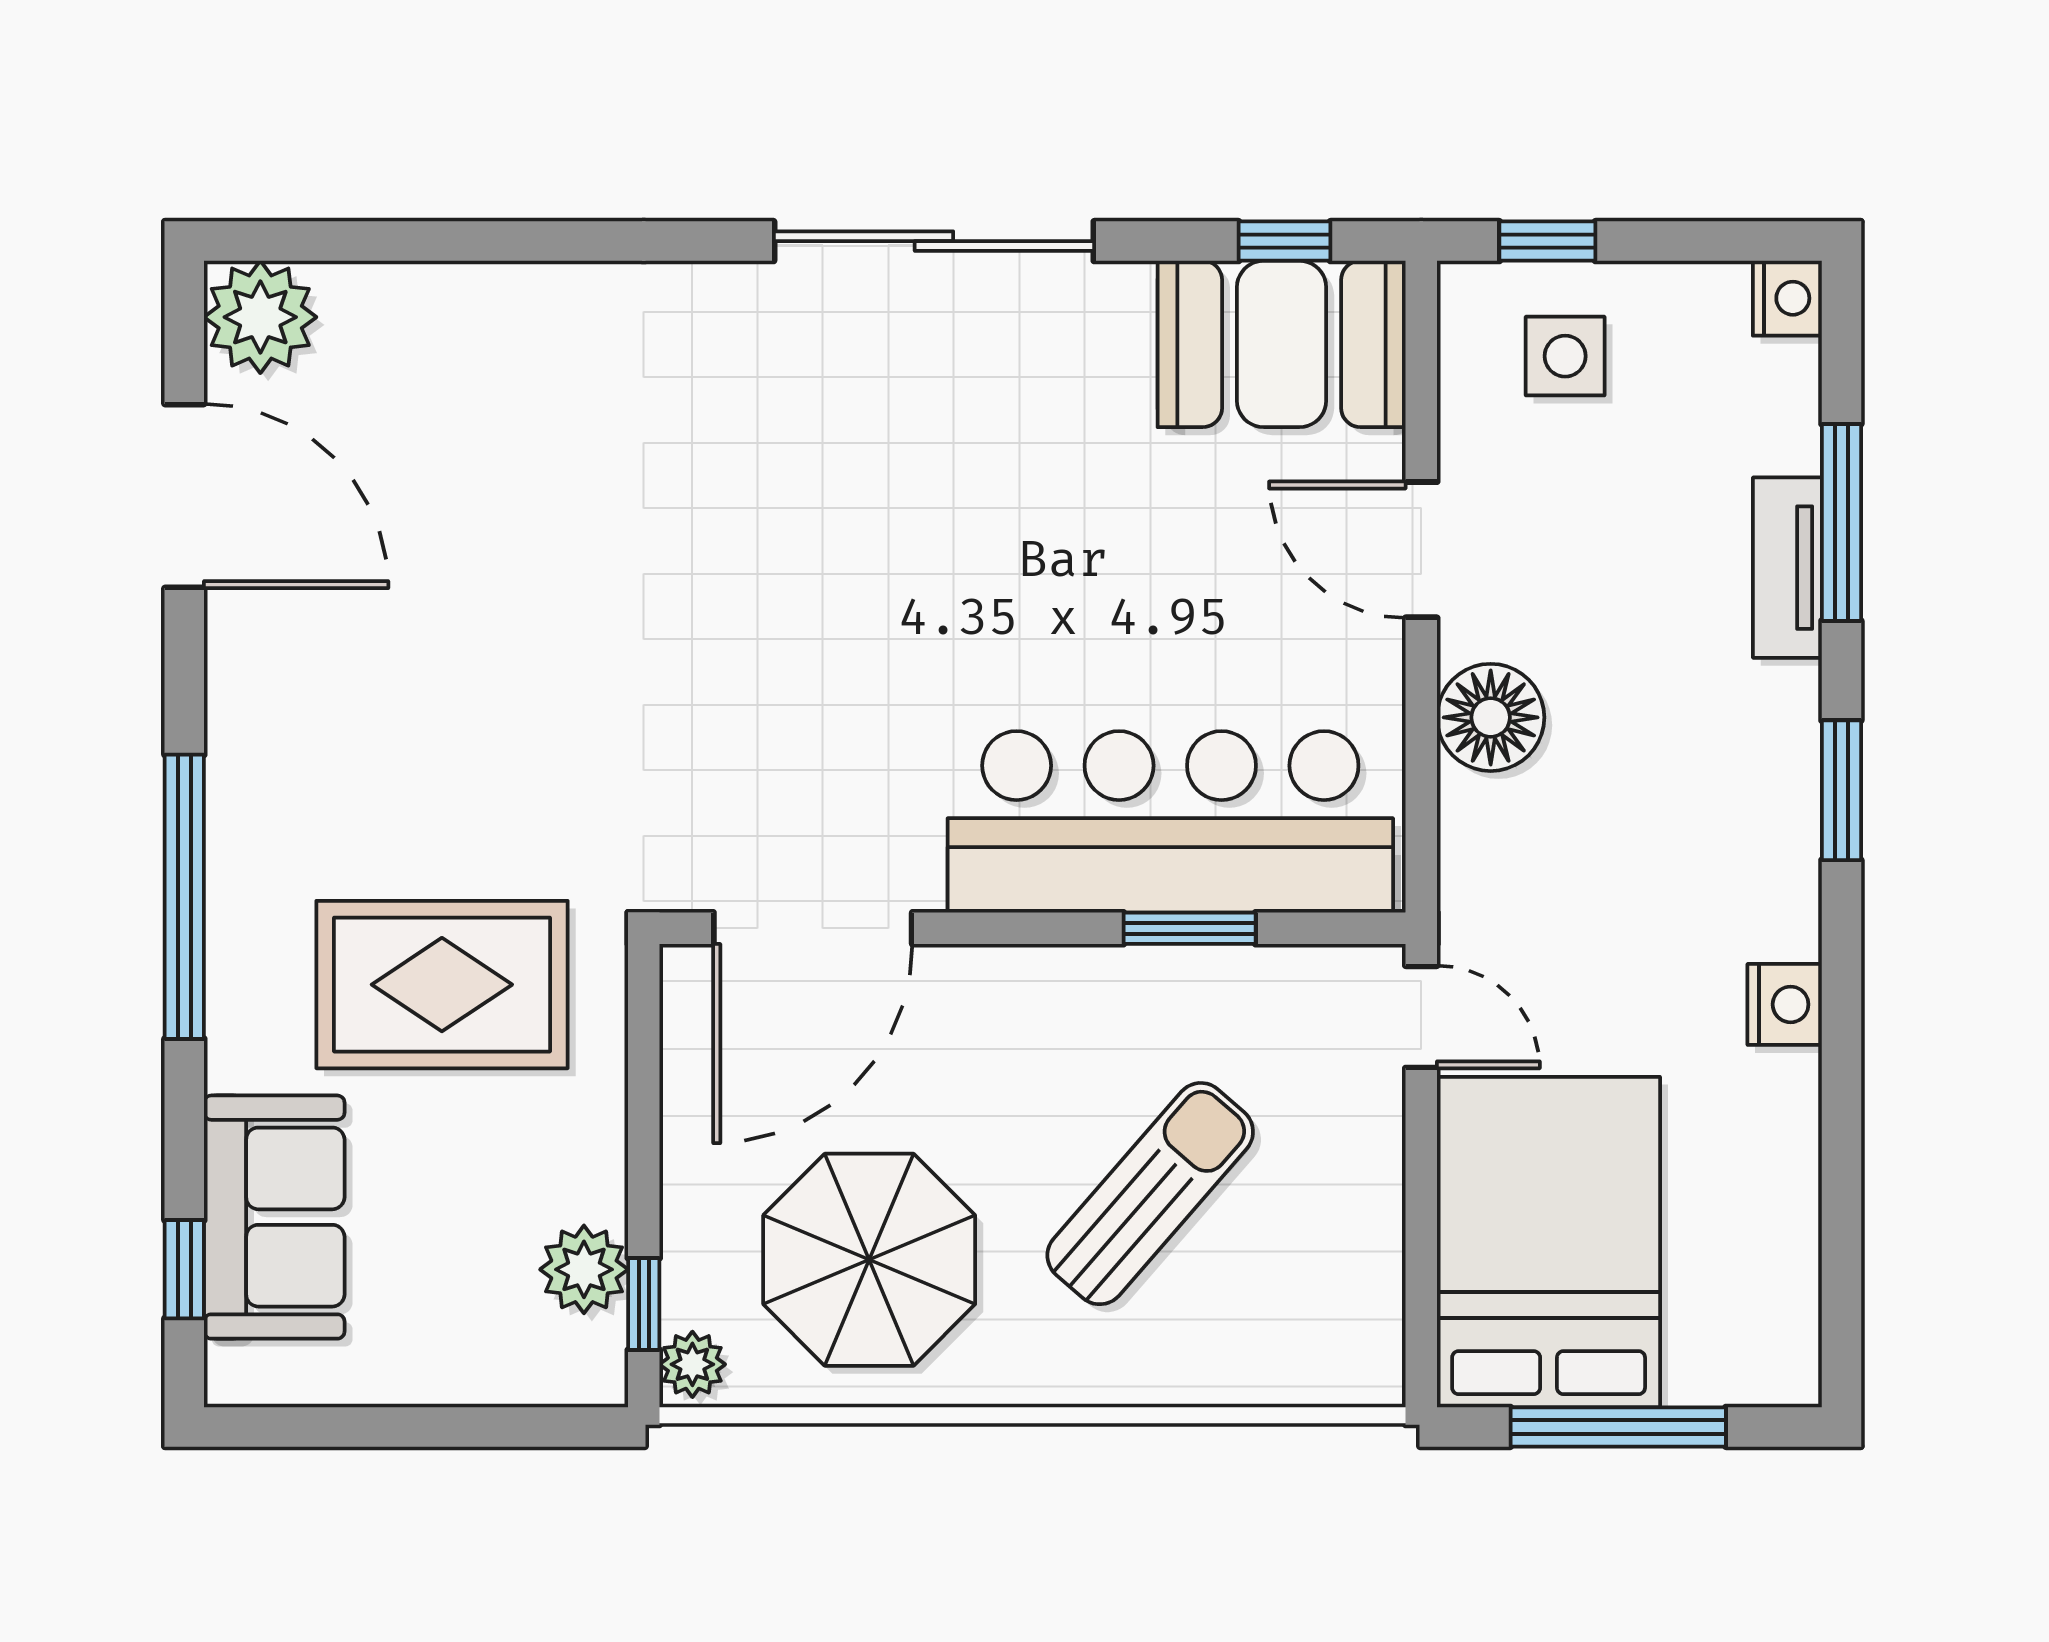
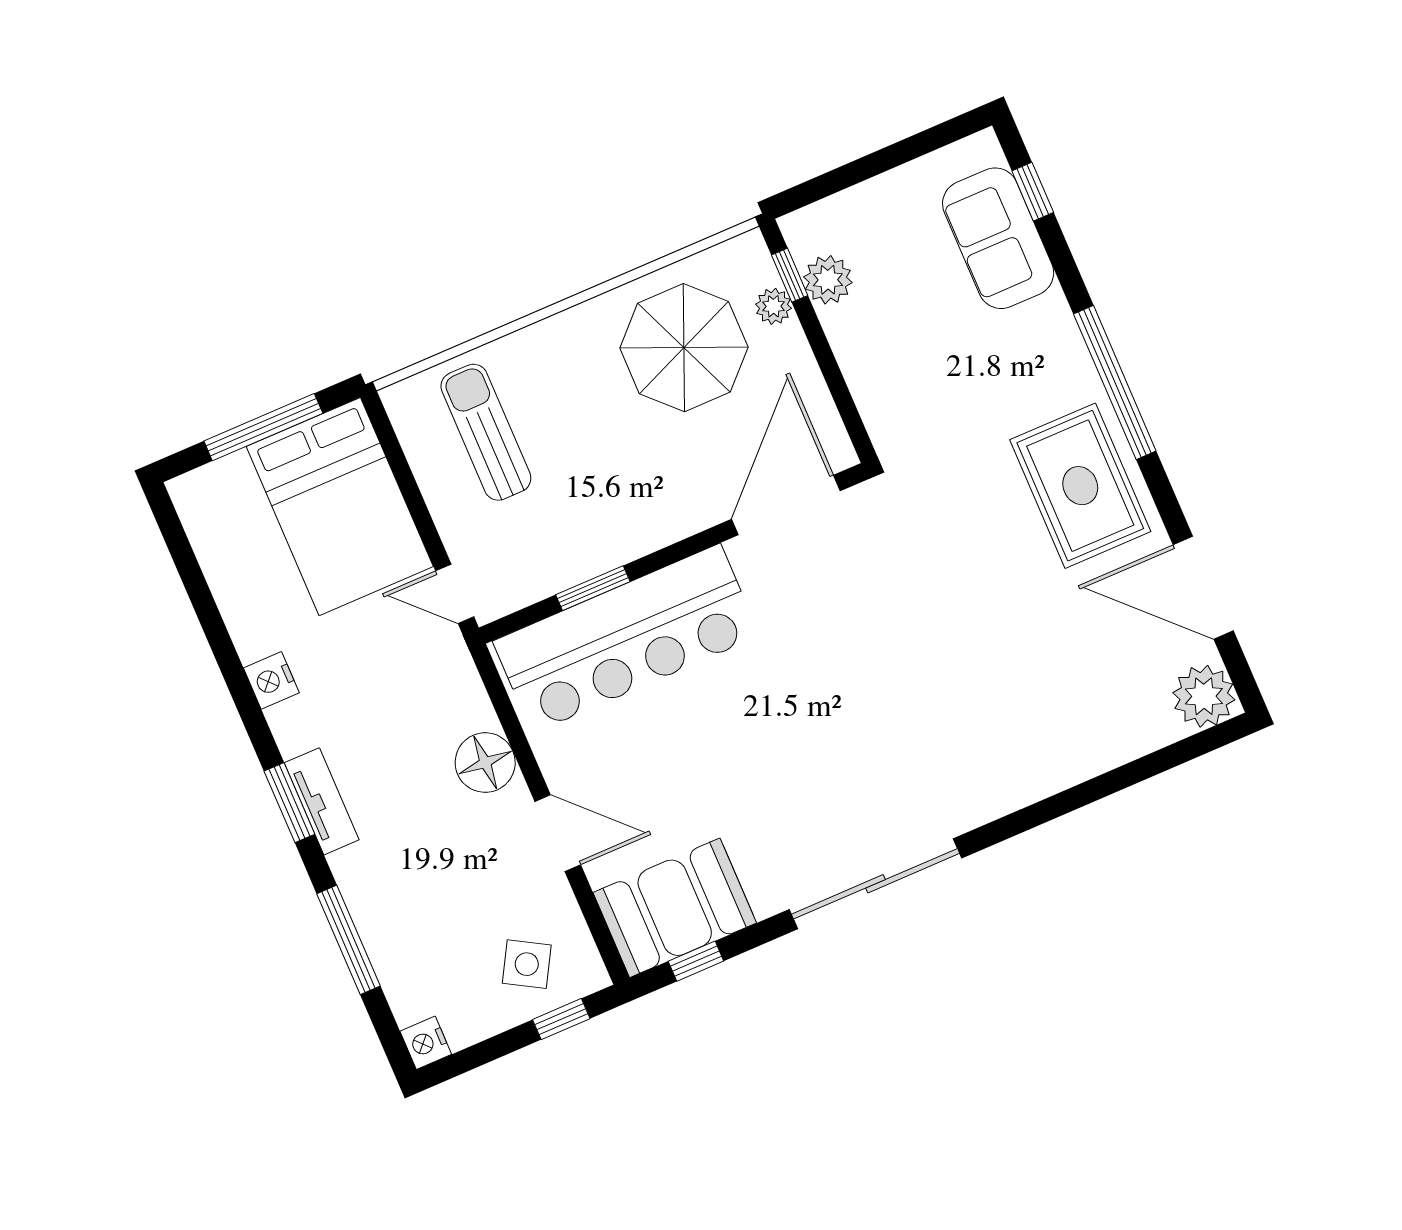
side table: (1565, 356) -> (527, 964), turned 30
tv unit: (1787, 568) -> (322, 801), moved
rug: (442, 985) -> (1080, 486), moved, turned 90
sun lounger: (1150, 1194) -> (486, 432), moved, turned 139
plant: (692, 1364) -> (773, 306), moved

